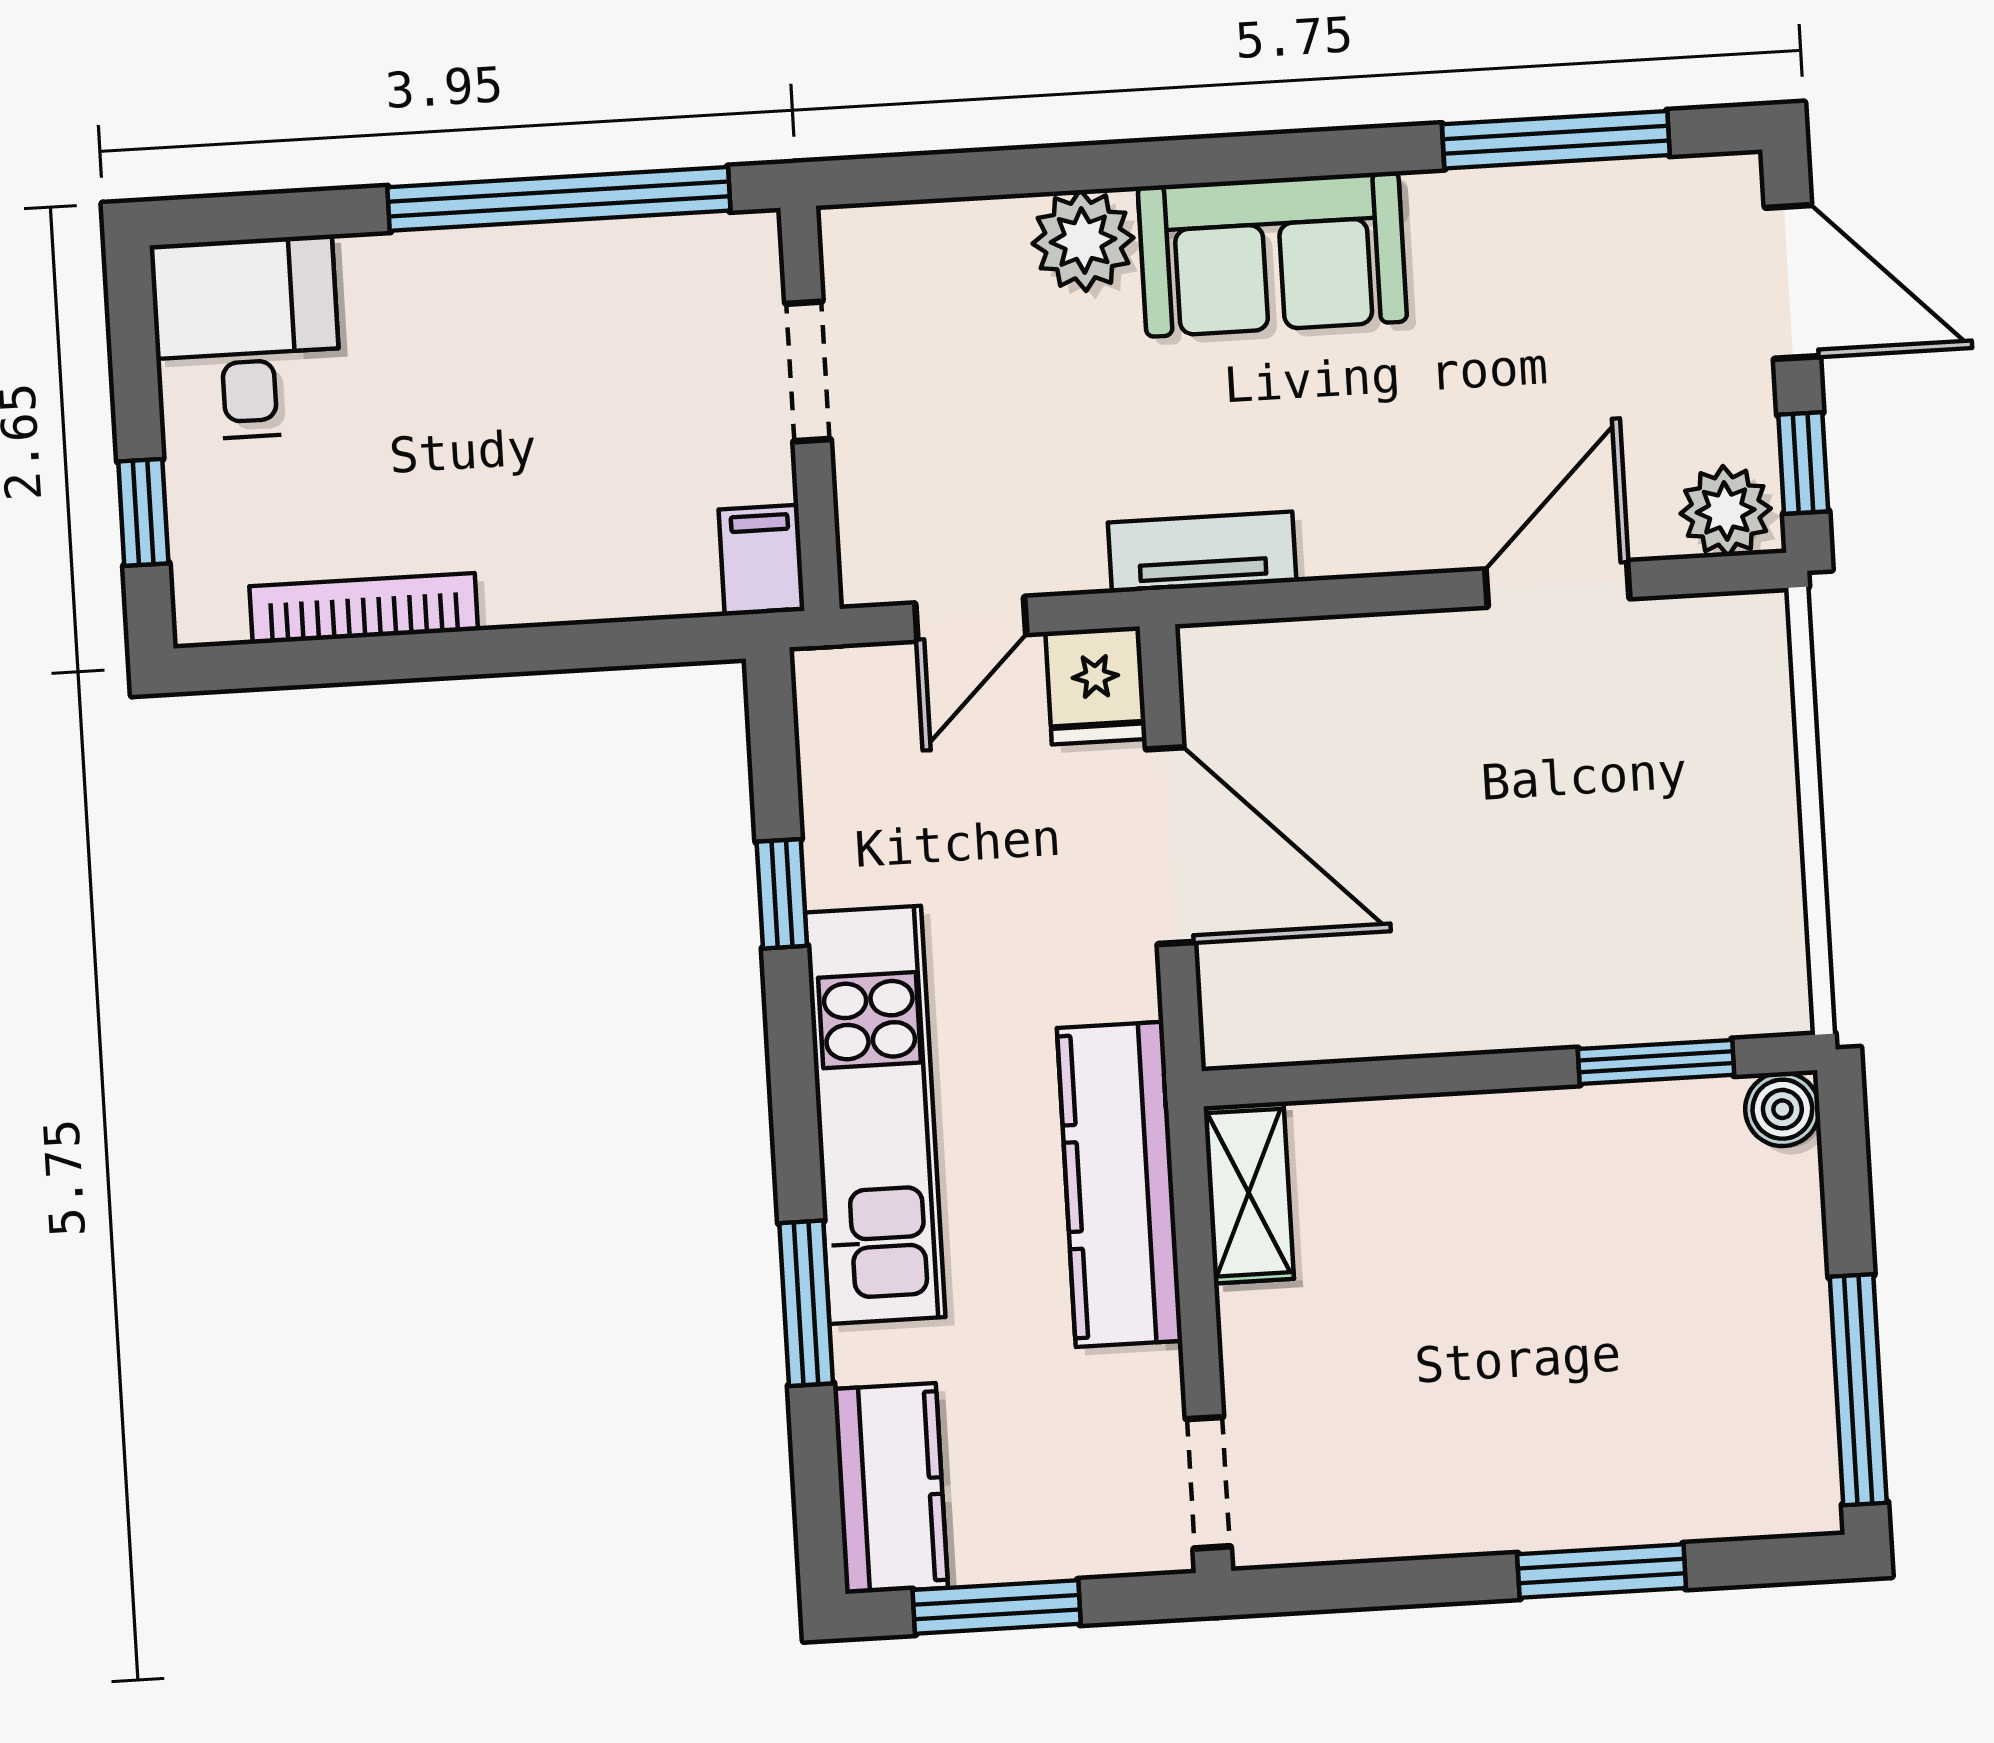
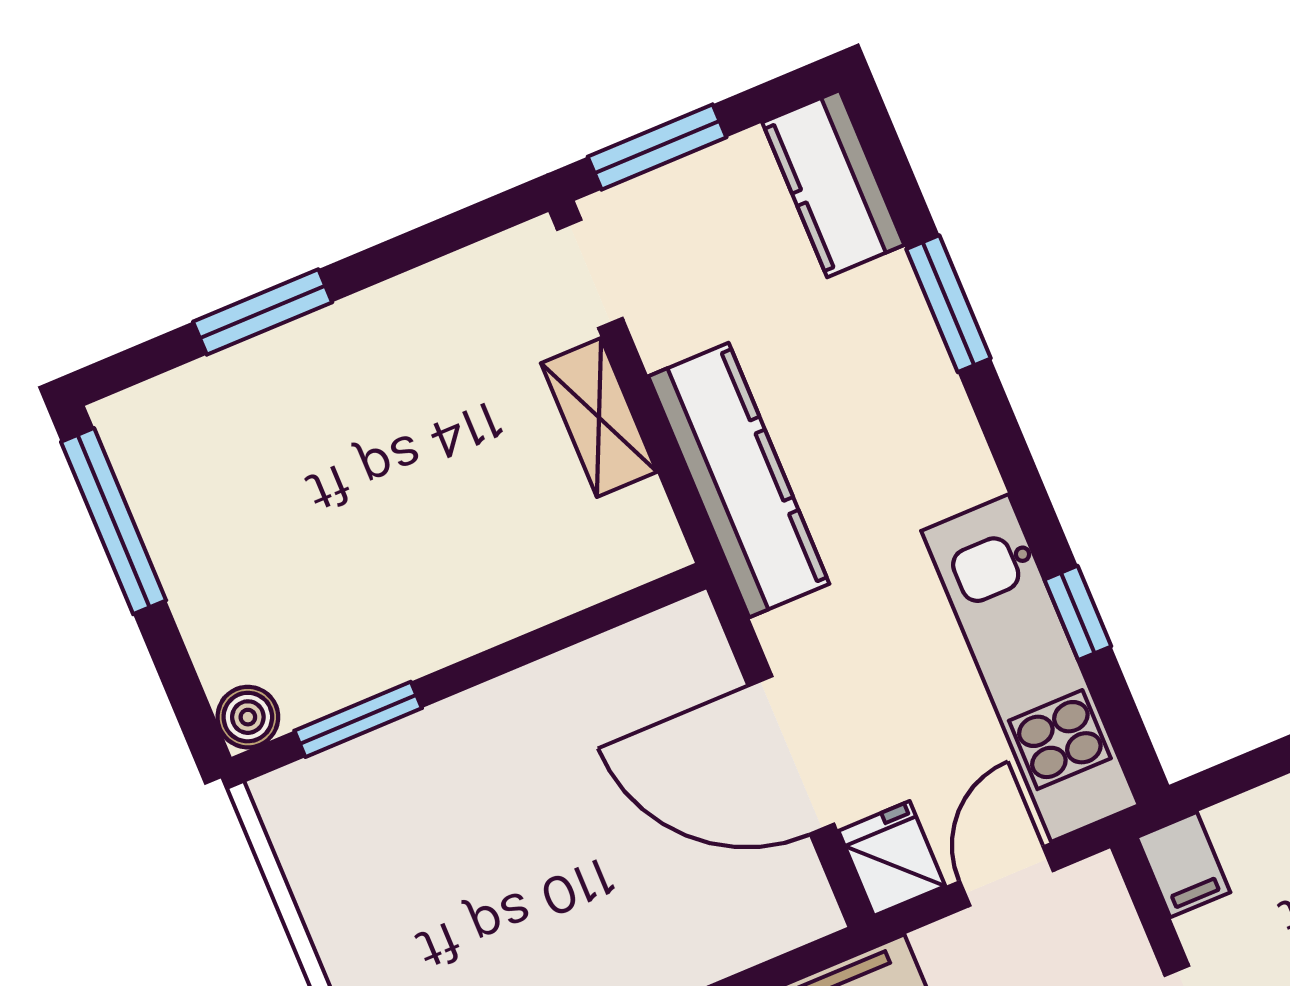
kitchen unit: (875, 1115) -> (1030, 668), moved
shelving: (1249, 1193) -> (599, 417), moved
window: (997, 1607) -> (657, 147), moved

